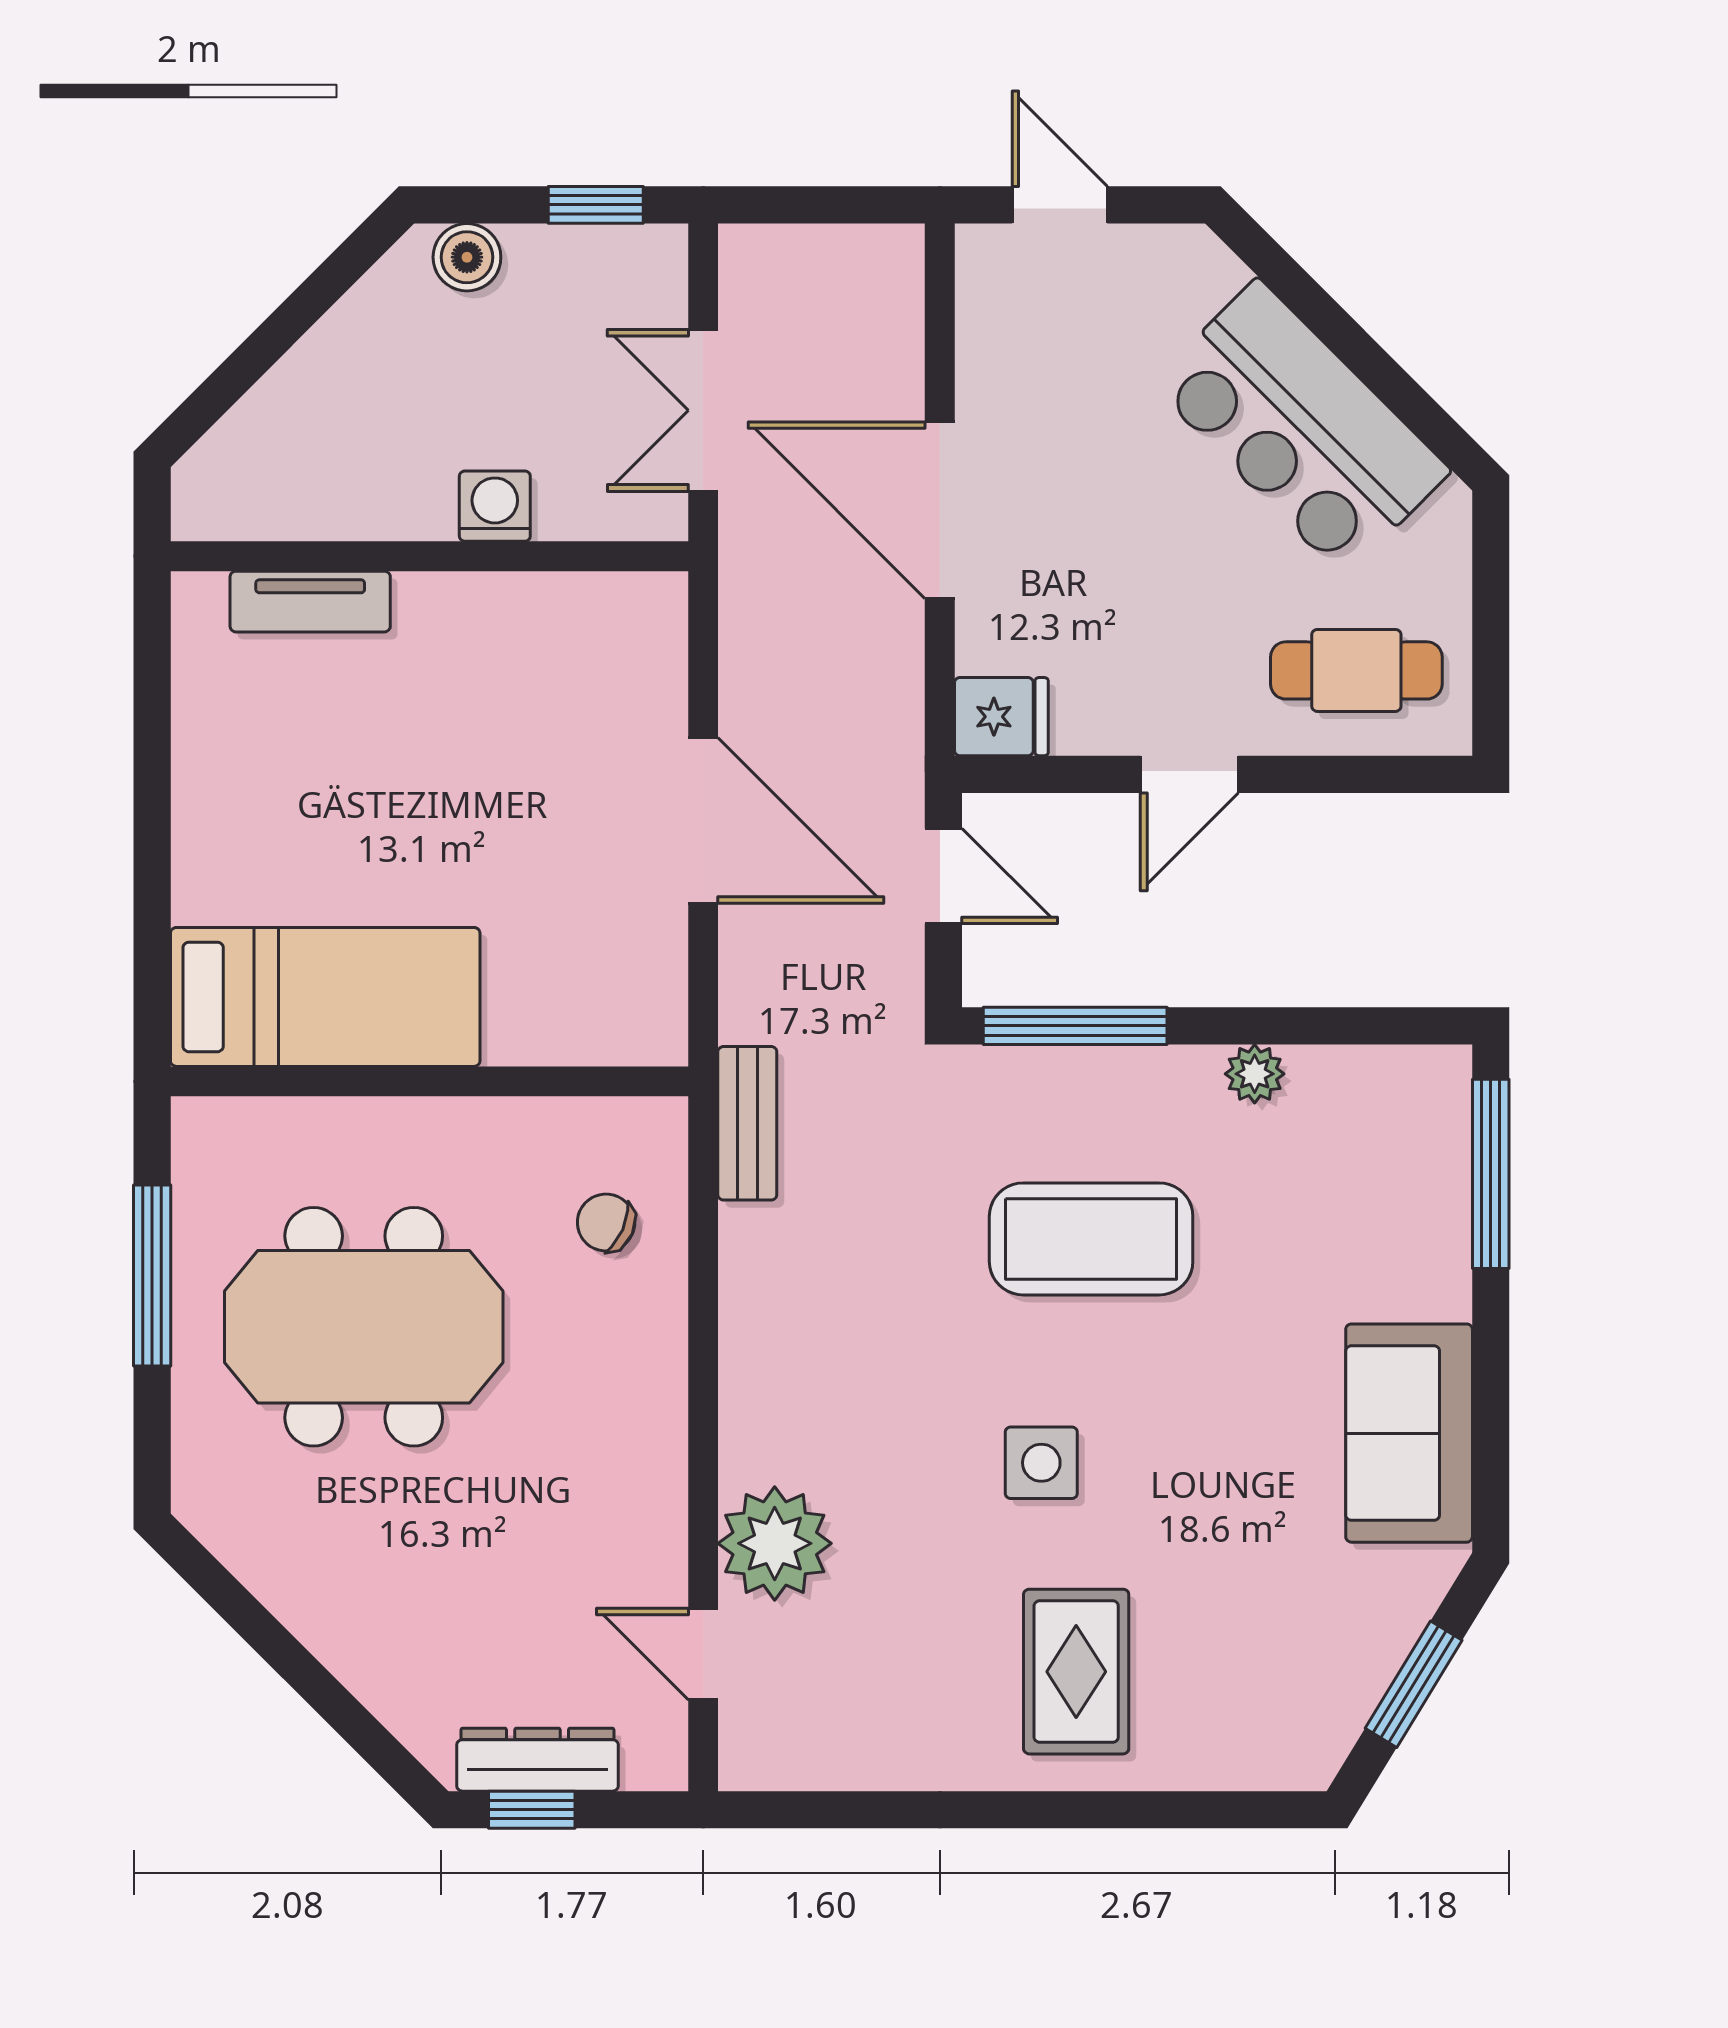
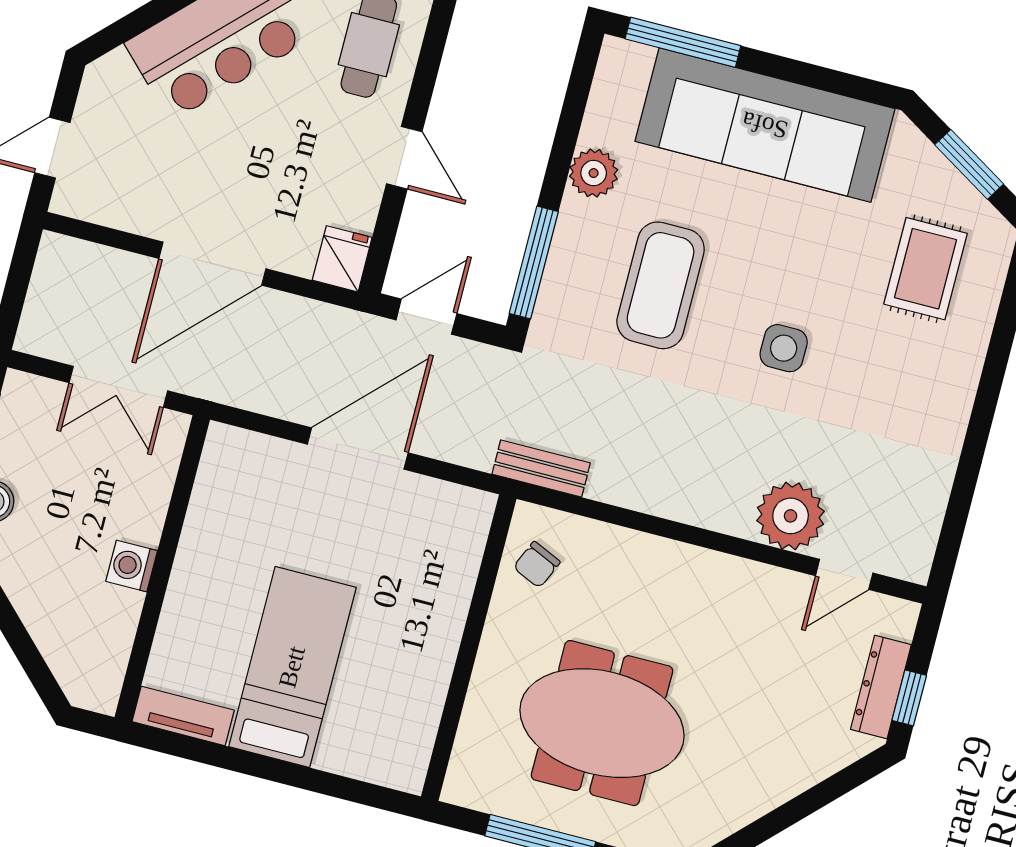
washing machine: (495, 506) -> (132, 566), moved
tv unit: (310, 602) -> (183, 716), moved, turned -90
bed: (325, 997) -> (292, 667), moved
plant: (1255, 1074) -> (594, 173), width x1.38, depth x1.38
chair: (606, 1223) -> (537, 565), moved
meeting table: (364, 1327) -> (602, 723), turned 90
sofa: (1409, 1433) -> (765, 125), width x1.85, depth x1.27
rug: (1076, 1672) -> (925, 269), moved, turned 90

